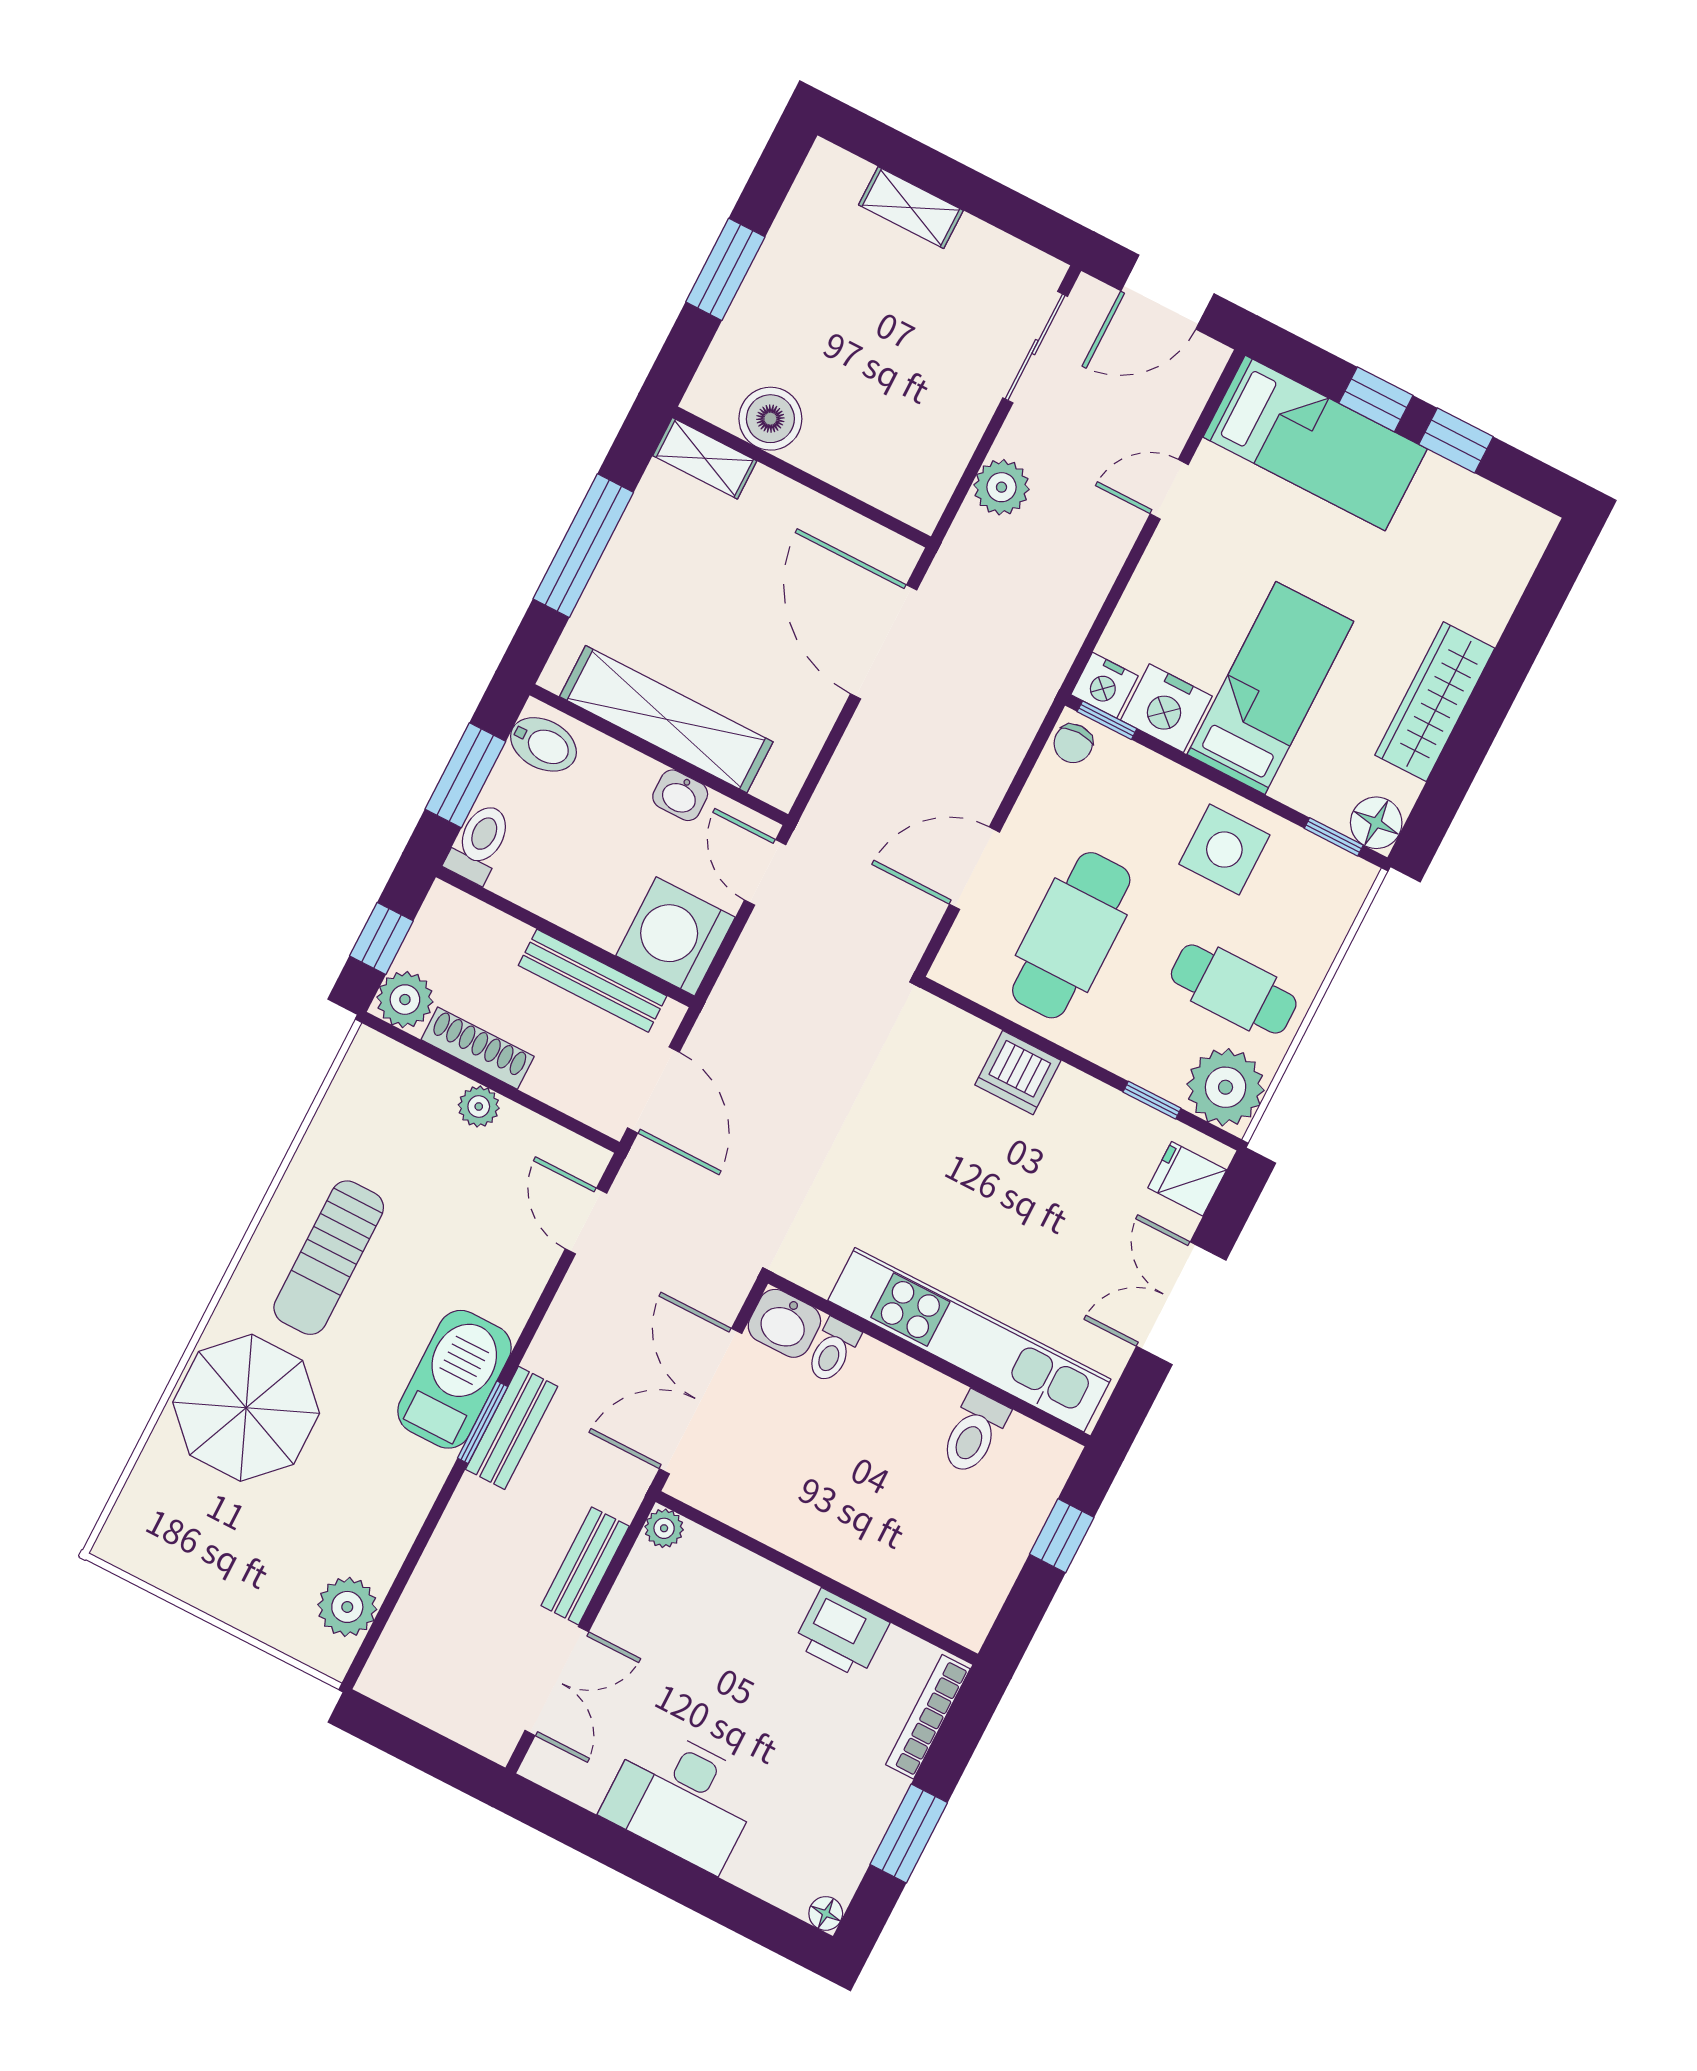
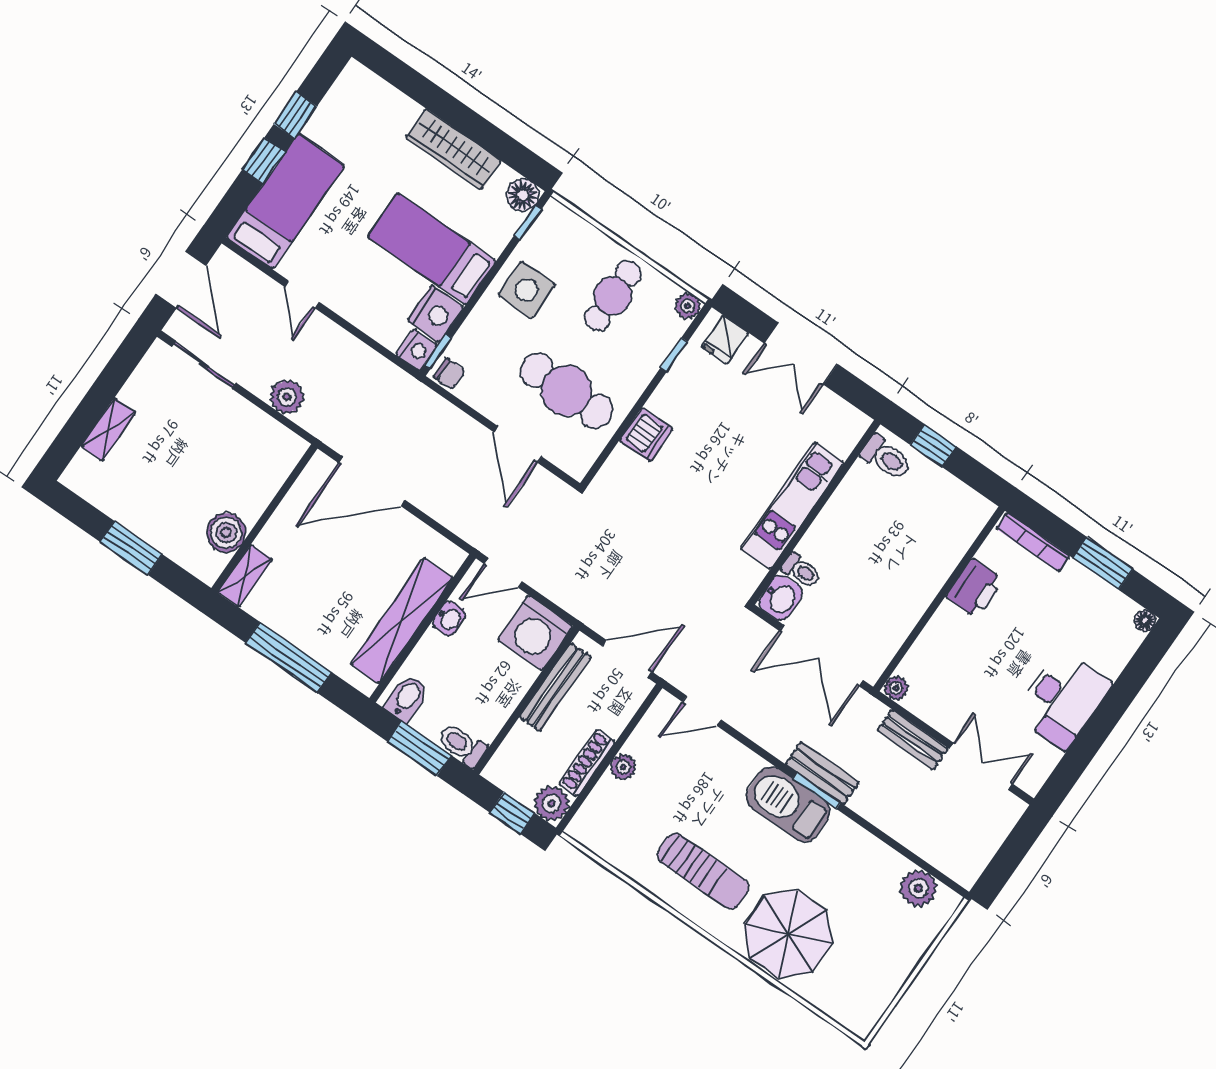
plant: (1226, 1087) -> (688, 306), width x0.53, depth x0.53
kitchen unit: (969, 1340) -> (792, 506), width x0.73
toilet: (974, 1433) -> (886, 458), moved

